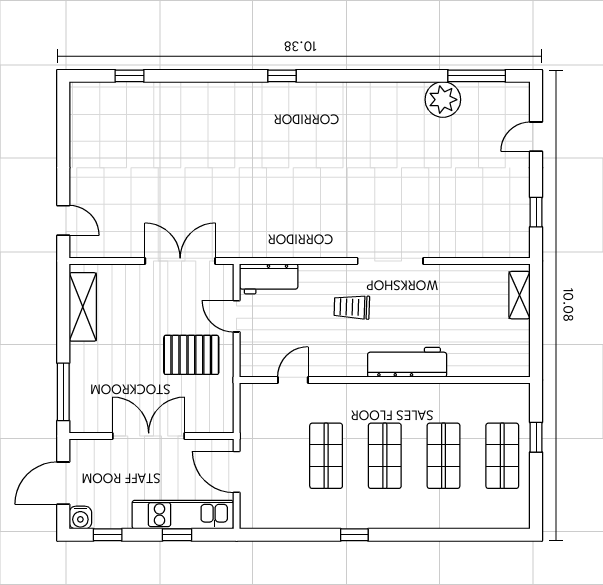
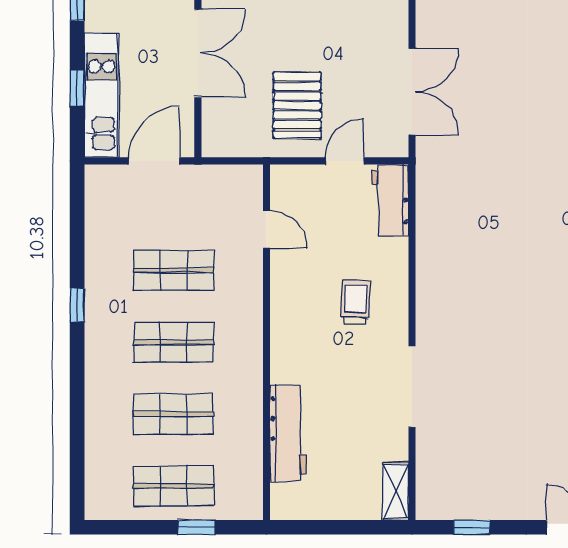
doorway: (390, 261) -> (412, 387), moved
shelving: (520, 295) -> (396, 491), moved, turned 90
workbench: (407, 362) -> (288, 433), moved

